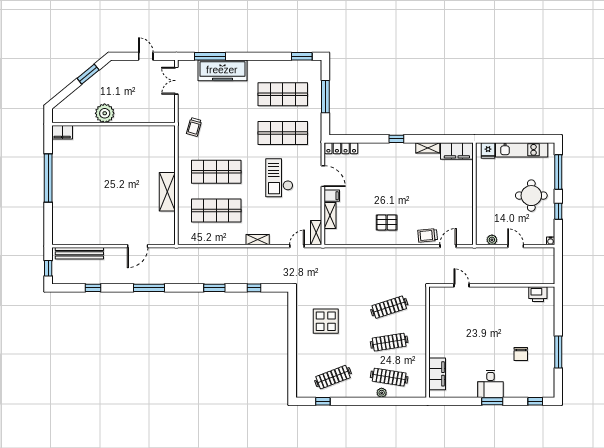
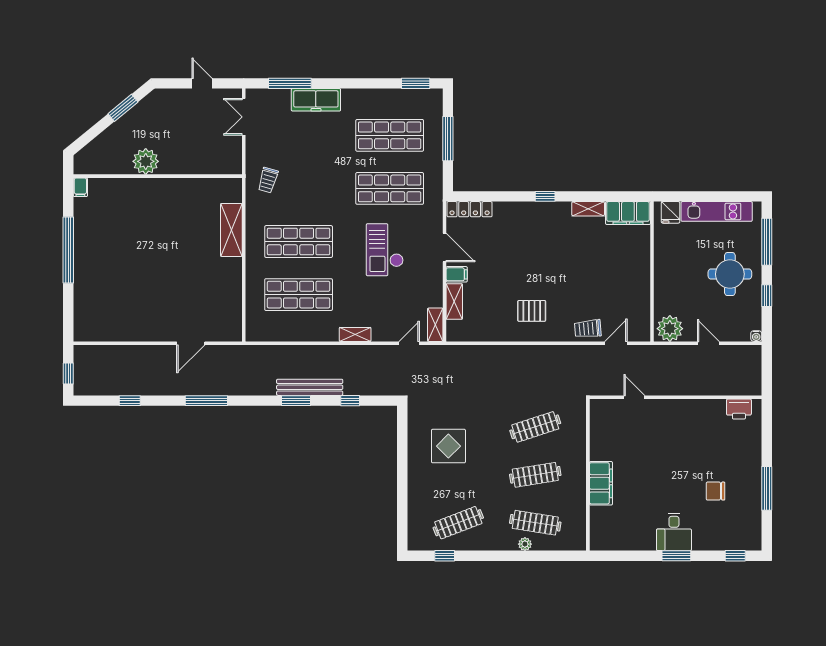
freezer: (222, 70) -> (316, 100), width x0.73, depth x0.79
filing cabinet: (62, 132) -> (80, 187), width x0.50
shelving: (167, 192) -> (231, 230), moved
plant: (492, 240) -> (670, 329), width x1.88, depth x1.88
bench: (79, 253) -> (310, 387), moved
chair: (521, 354) -> (716, 491), turned 90
filing cabinet: (437, 374) -> (601, 483), moved

